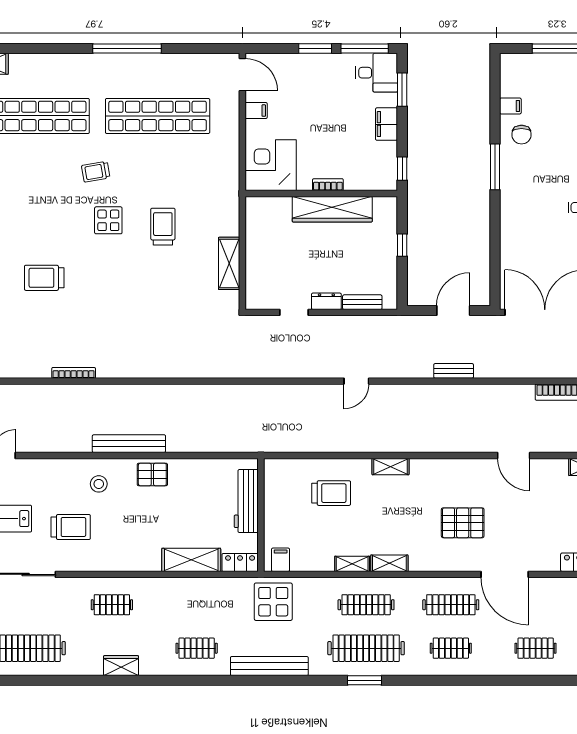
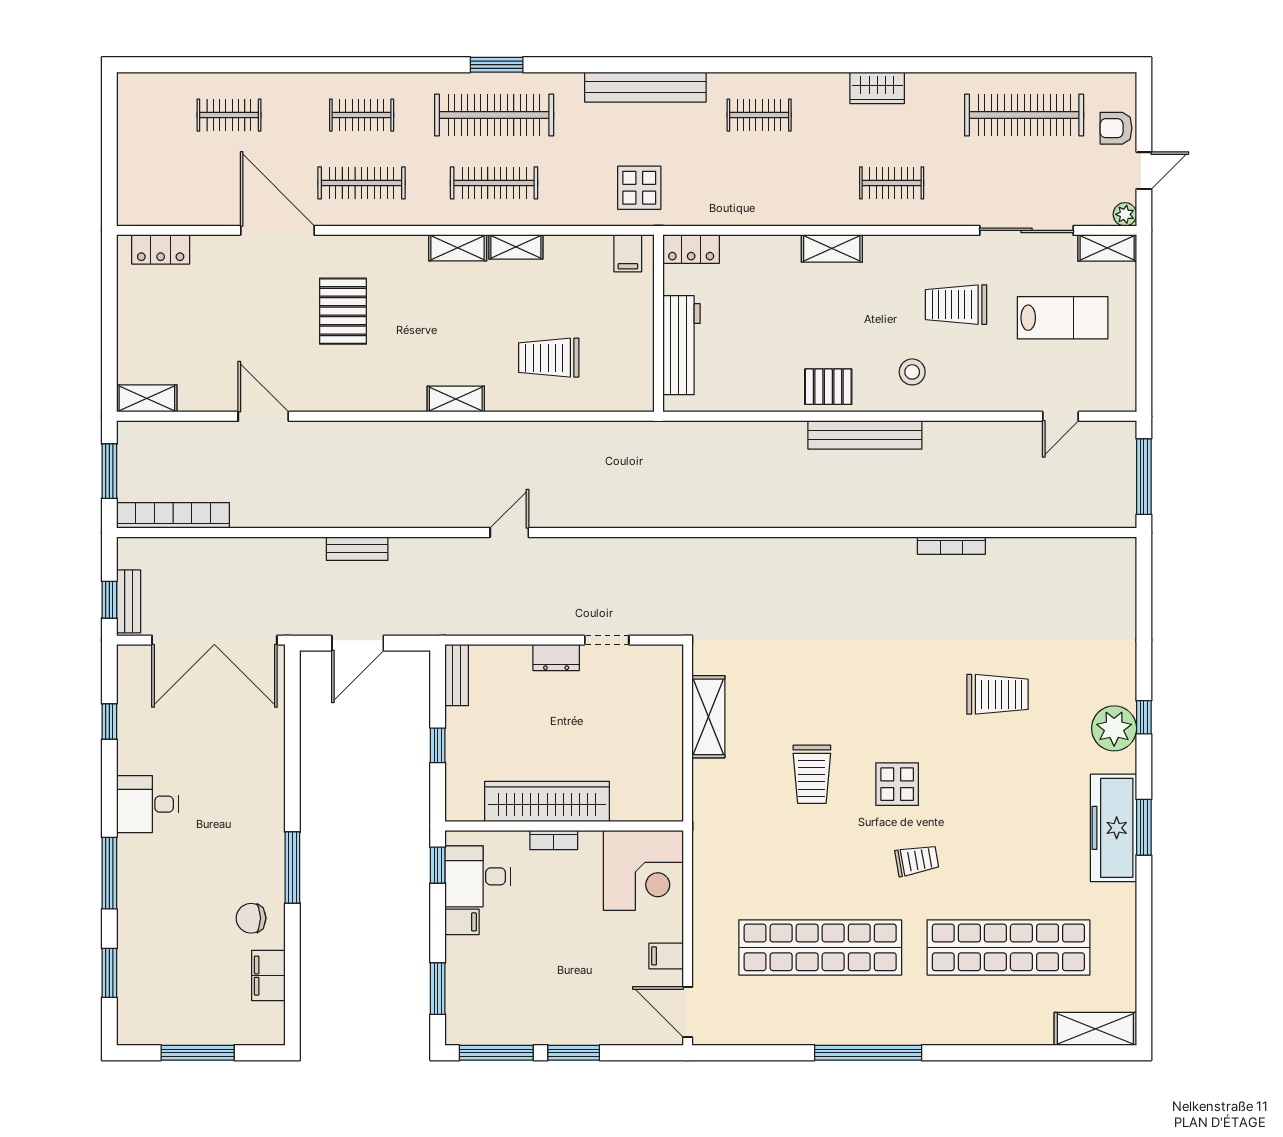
desk: (376, 73) -> (478, 876), moved
filing cabinet: (510, 106) -> (268, 976), width x2.00
filing cabinet: (387, 124) -> (462, 922), width x0.50
chair: (521, 135) -> (251, 918), turned -90
bench: (362, 302) -> (457, 675), moved, turned 90
pallet: (463, 523) -> (343, 311), turned 90
shelving: (191, 560) -> (832, 248), moved, width x0.67, depth x0.75
display table: (273, 602) -> (639, 188), width x0.73, depth x0.73

